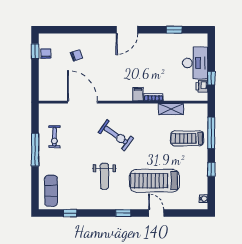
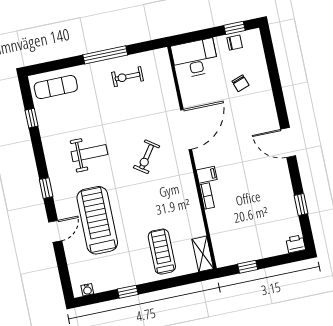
desk: (195, 63) -> (195, 58), moved, turned 180
printer: (202, 86) -> (296, 244), moved
door: (82, 102) -> (186, 130), moved
shelving: (171, 109) -> (203, 254), moved
window: (211, 133) -> (176, 282), removed
exercise bike: (116, 135) -> (147, 157), width x0.73, depth x0.72
weight bench: (104, 176) -> (89, 153), turned 180

